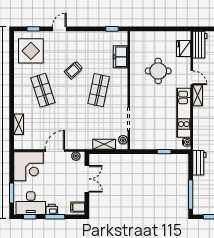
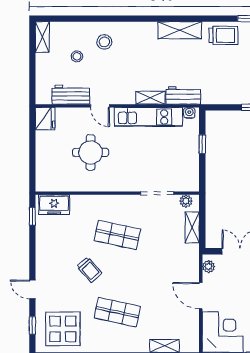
workbench: (200, 45) -> (71, 95), moved
fridge: (184, 49) -> (45, 119), moved, turned -90
freezer: (120, 57) -> (54, 205), moved
door: (192, 78) -> (100, 106), swing flipped
shop shelf: (43, 90) -> (117, 312), turned 30
shelving: (198, 95) -> (150, 98), moved
workbench: (199, 163) -> (183, 95), moved

